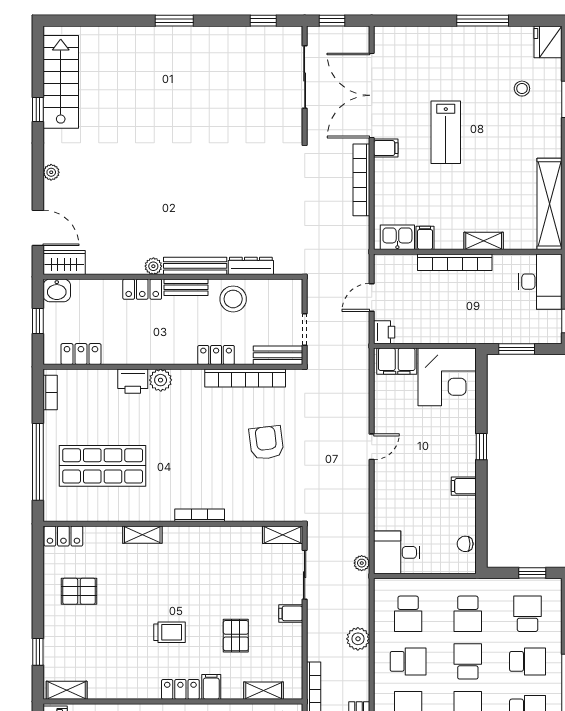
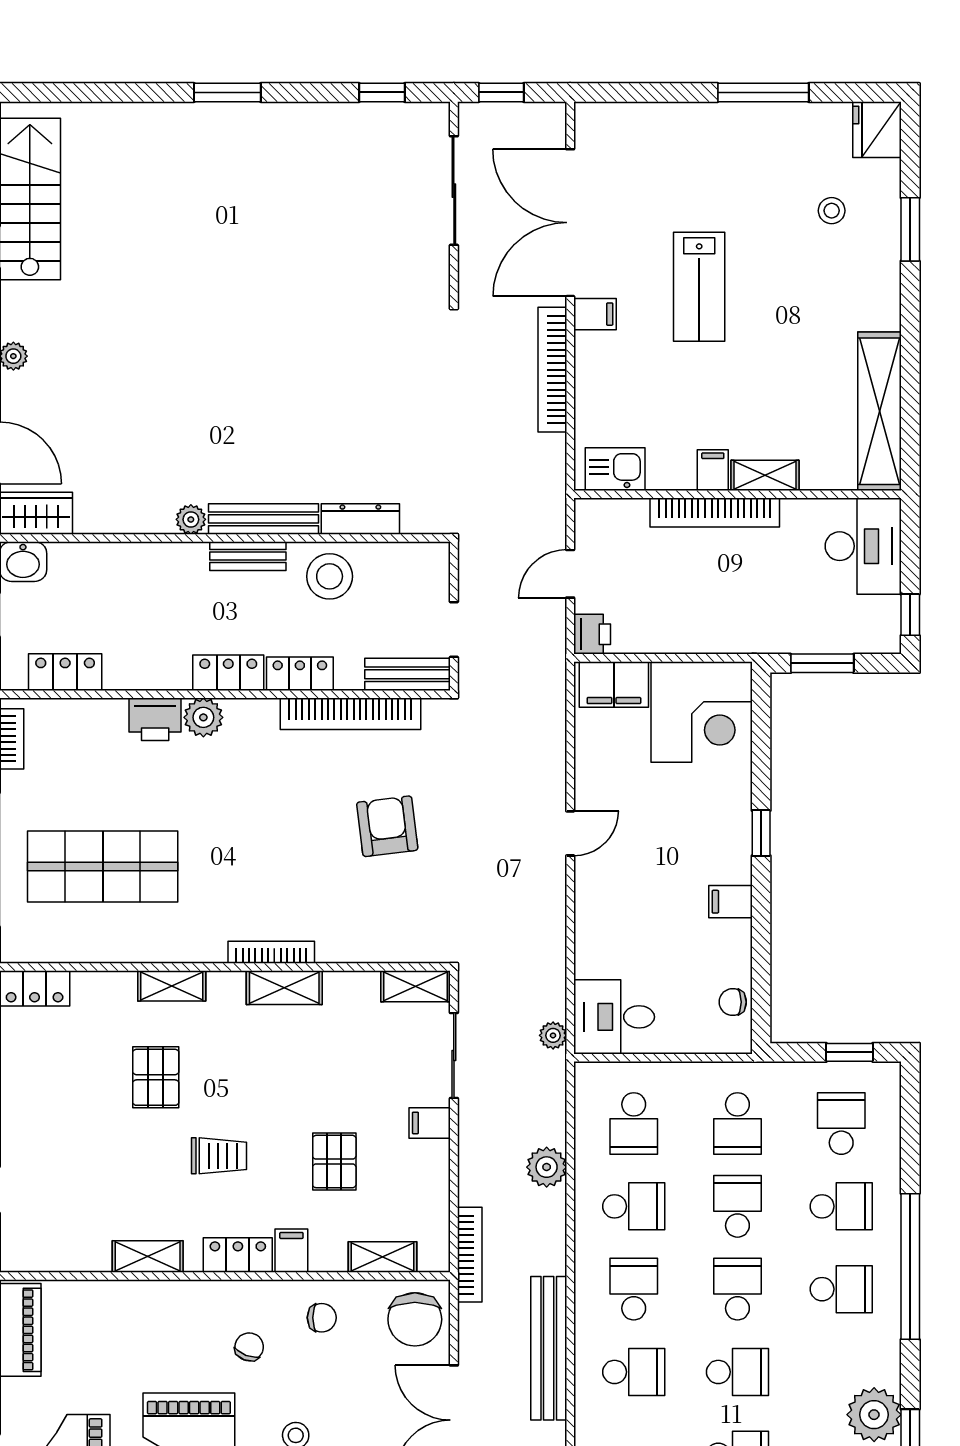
filing cabinet: (425, 238) -> (713, 470), moved
locker: (142, 289) -> (228, 673), moved, turned 180
shelving: (207, 536) -> (284, 988), added
pallet: (79, 591) -> (156, 1077), moved, turned 90
shelving: (67, 690) -> (148, 1257), moved

